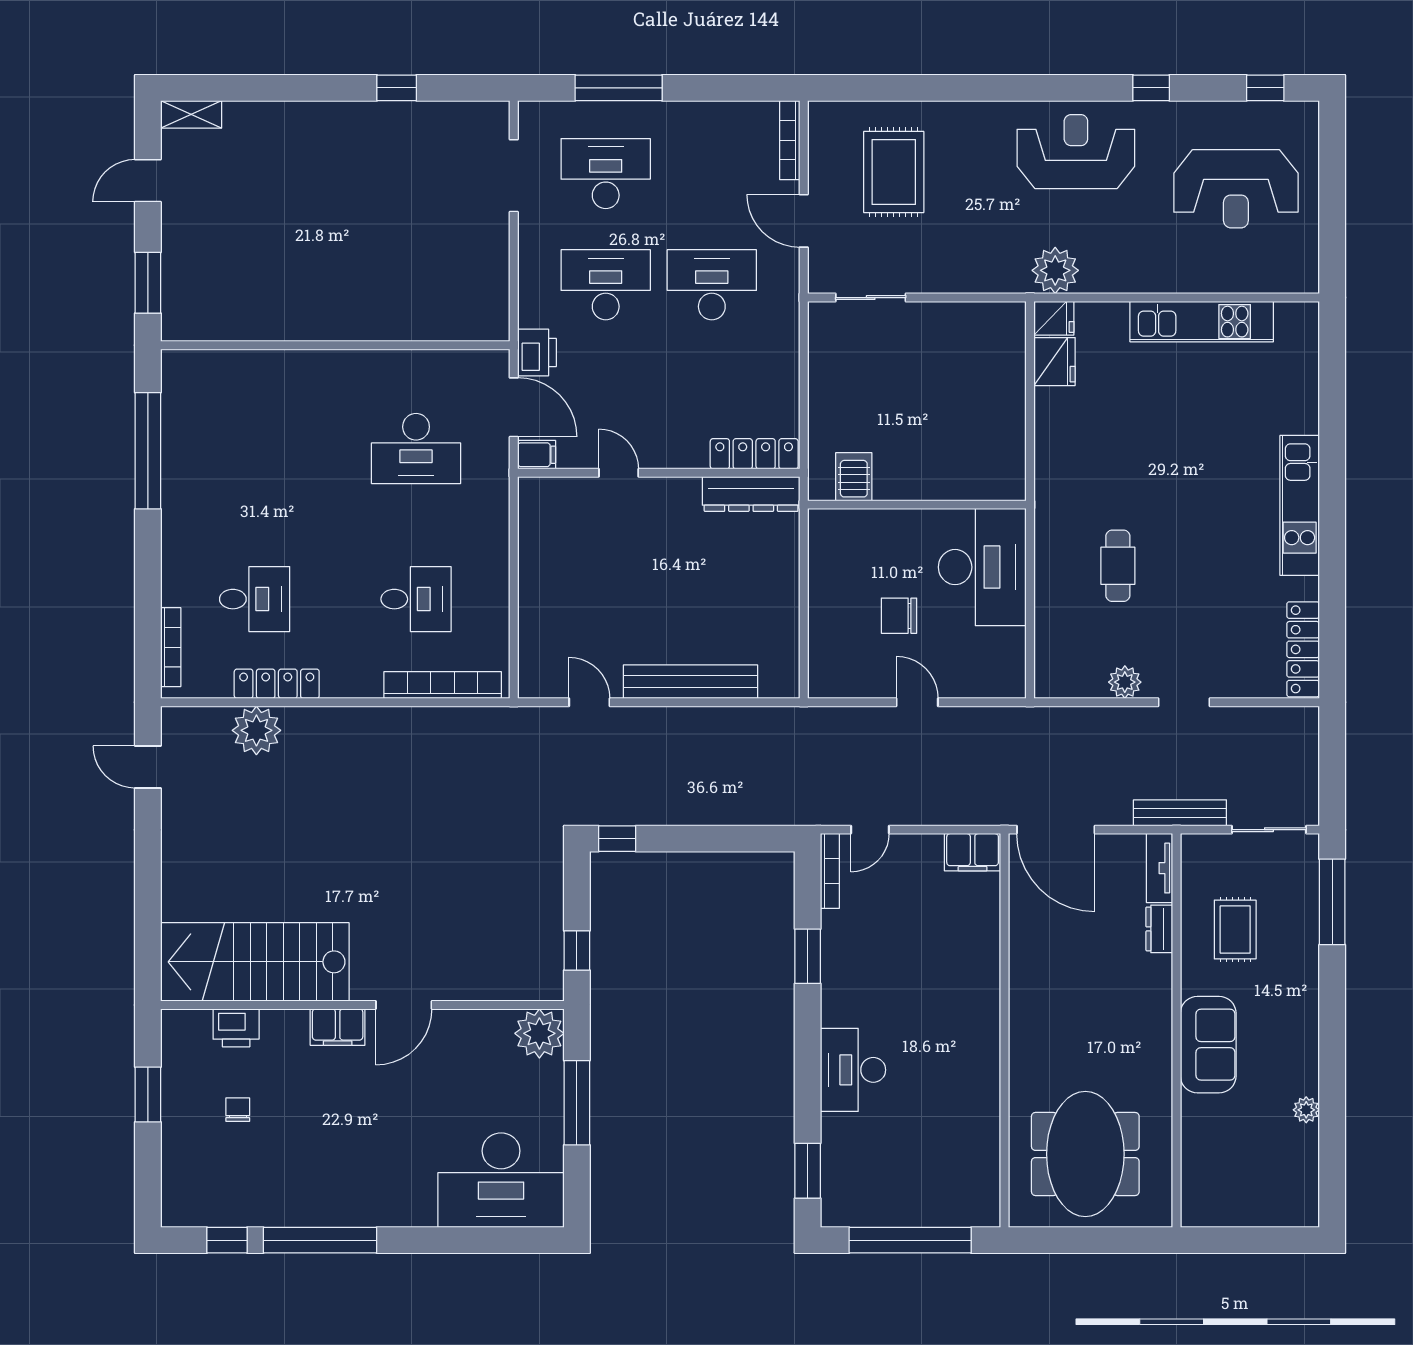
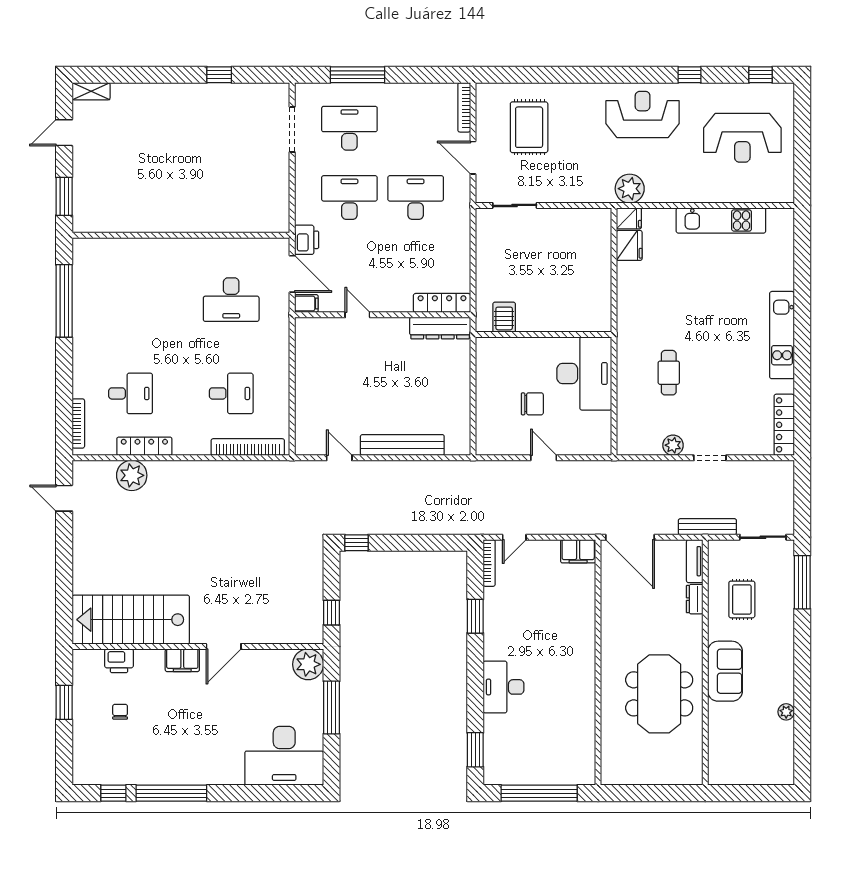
chair: (899, 616) -> (532, 404), turned 180
meeting table: (1085, 1154) -> (659, 694), moved

